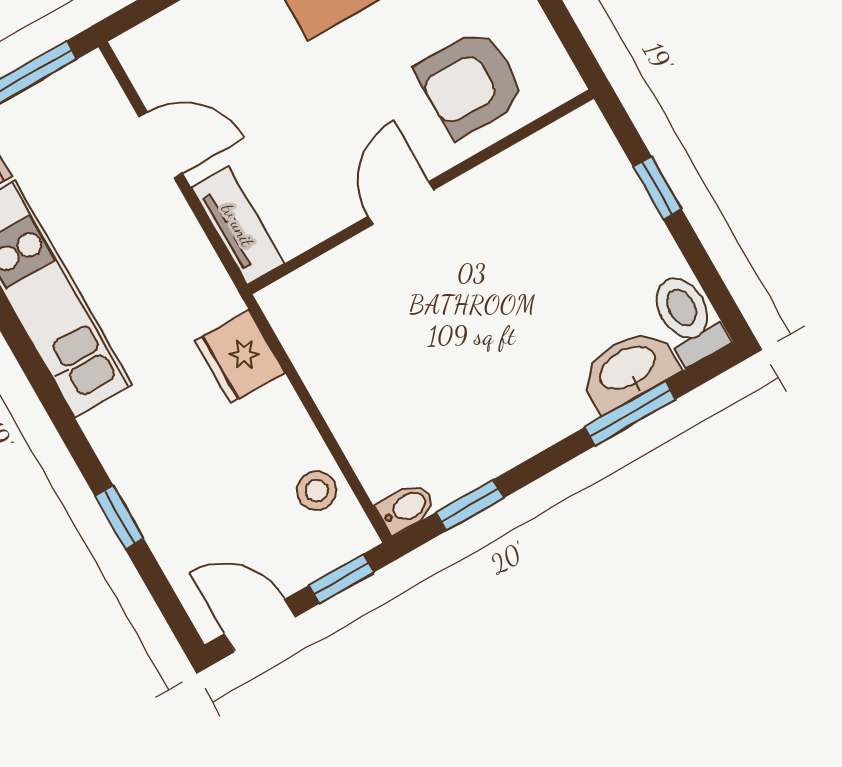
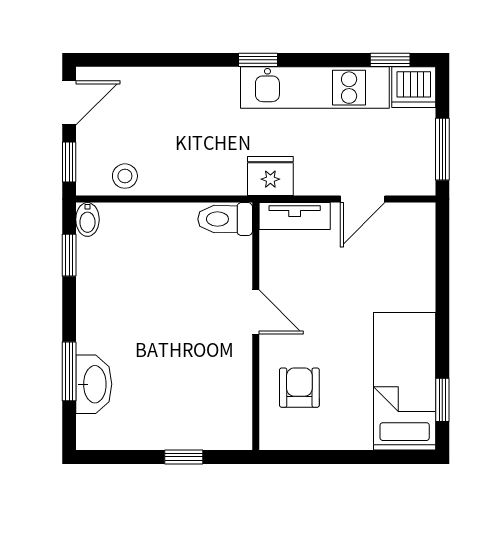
armchair: (470, 83) -> (299, 388), width x0.72, depth x0.72
toilet: (688, 318) -> (225, 219), moved, turned 180
fridge: (240, 357) -> (270, 176), moved
window: (119, 517) -> (258, 60), moved

